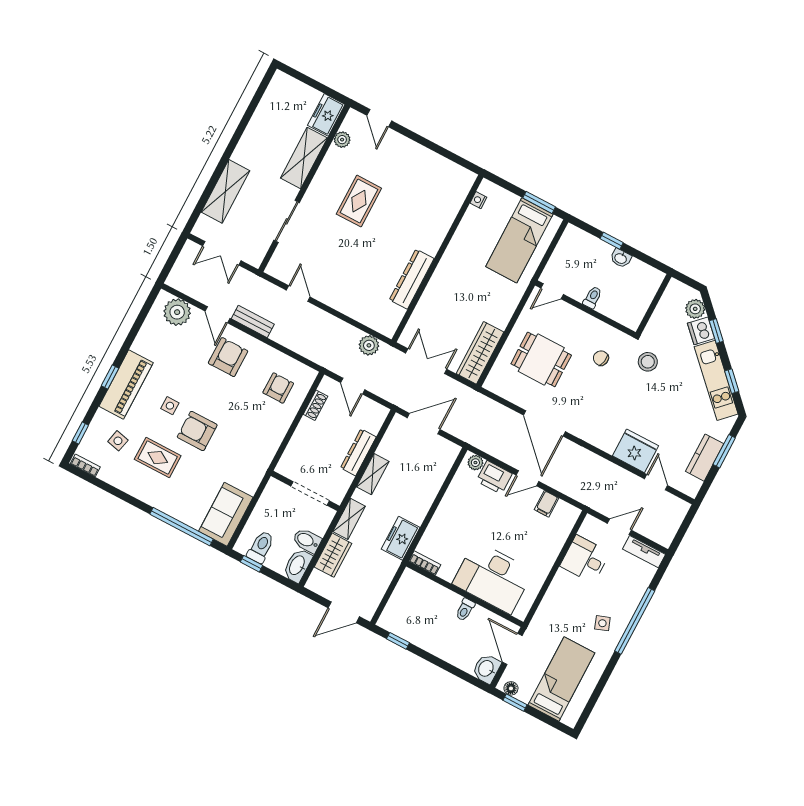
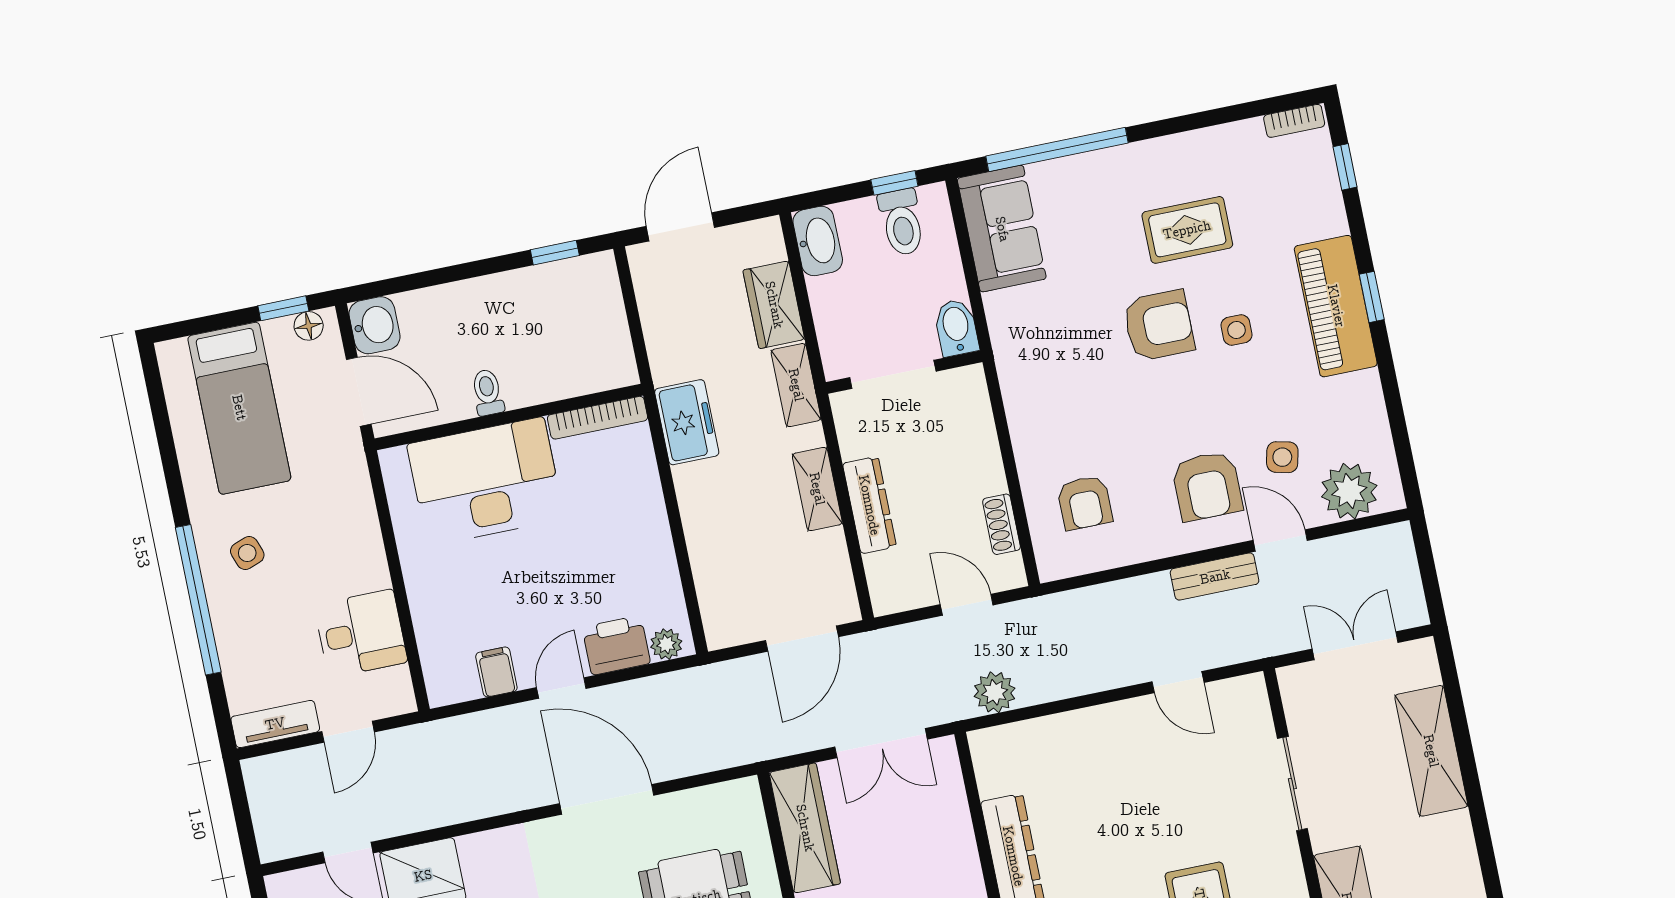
side table: (118, 441) -> (1282, 457), moved
bidet: (307, 541) -> (956, 328), moved, turned -90
bookcase: (425, 563) -> (598, 418), width x1.56

